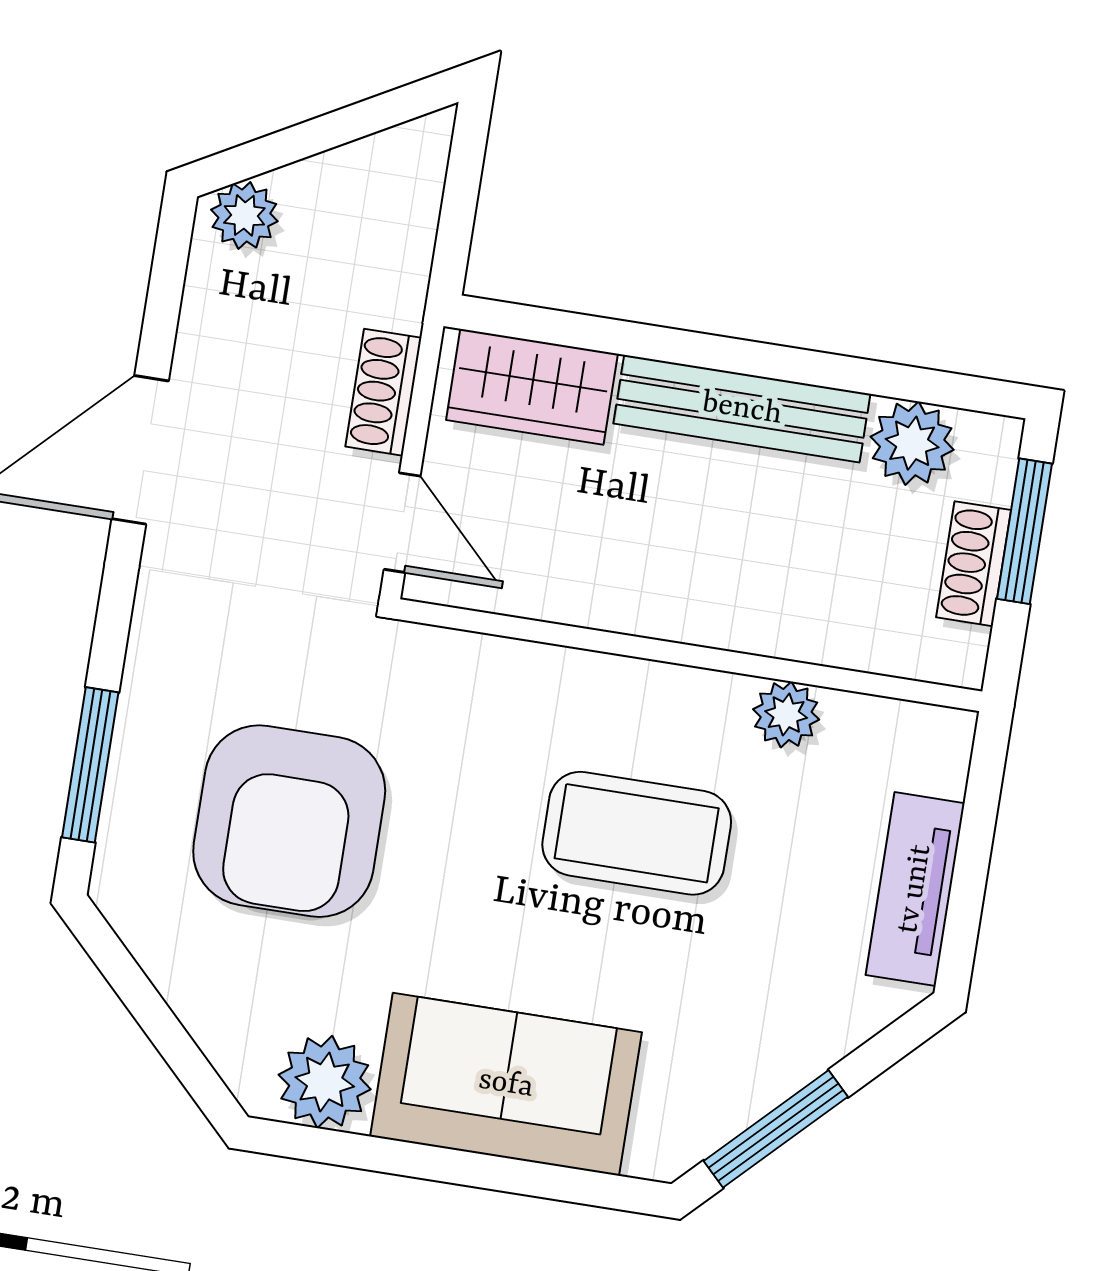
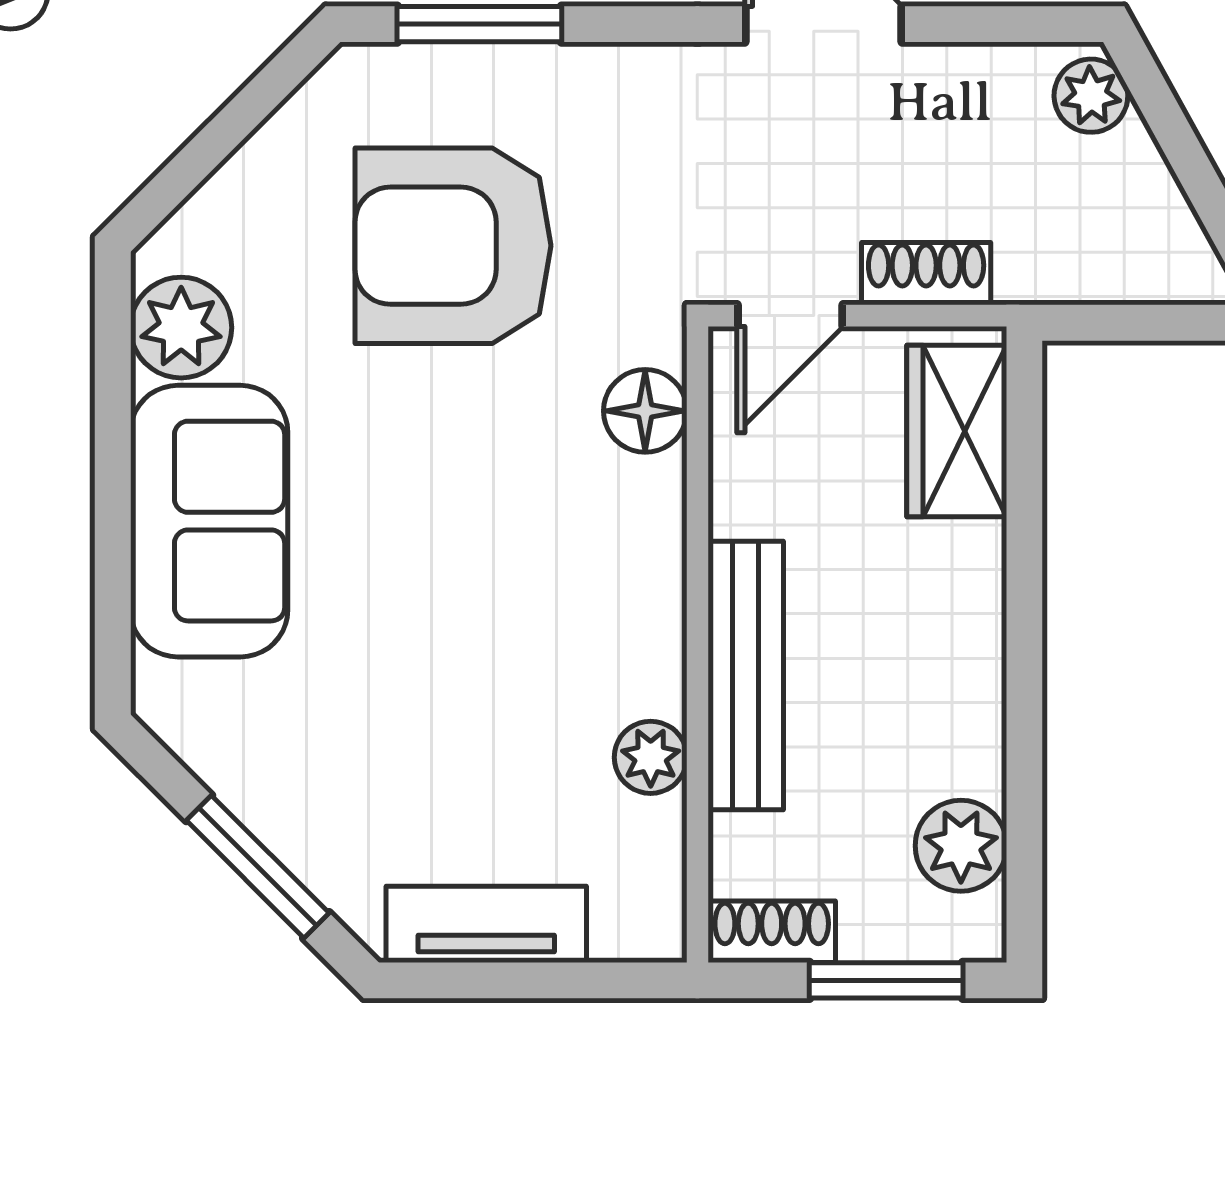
bench: (742, 409) -> (746, 675), moved
shoe rack: (974, 564) -> (772, 932), moved
floor lamp: (468, 669) -> (645, 411), added
coffee table: (637, 833) -> (499, 618), removed
window: (776, 1129) -> (258, 867), moved

